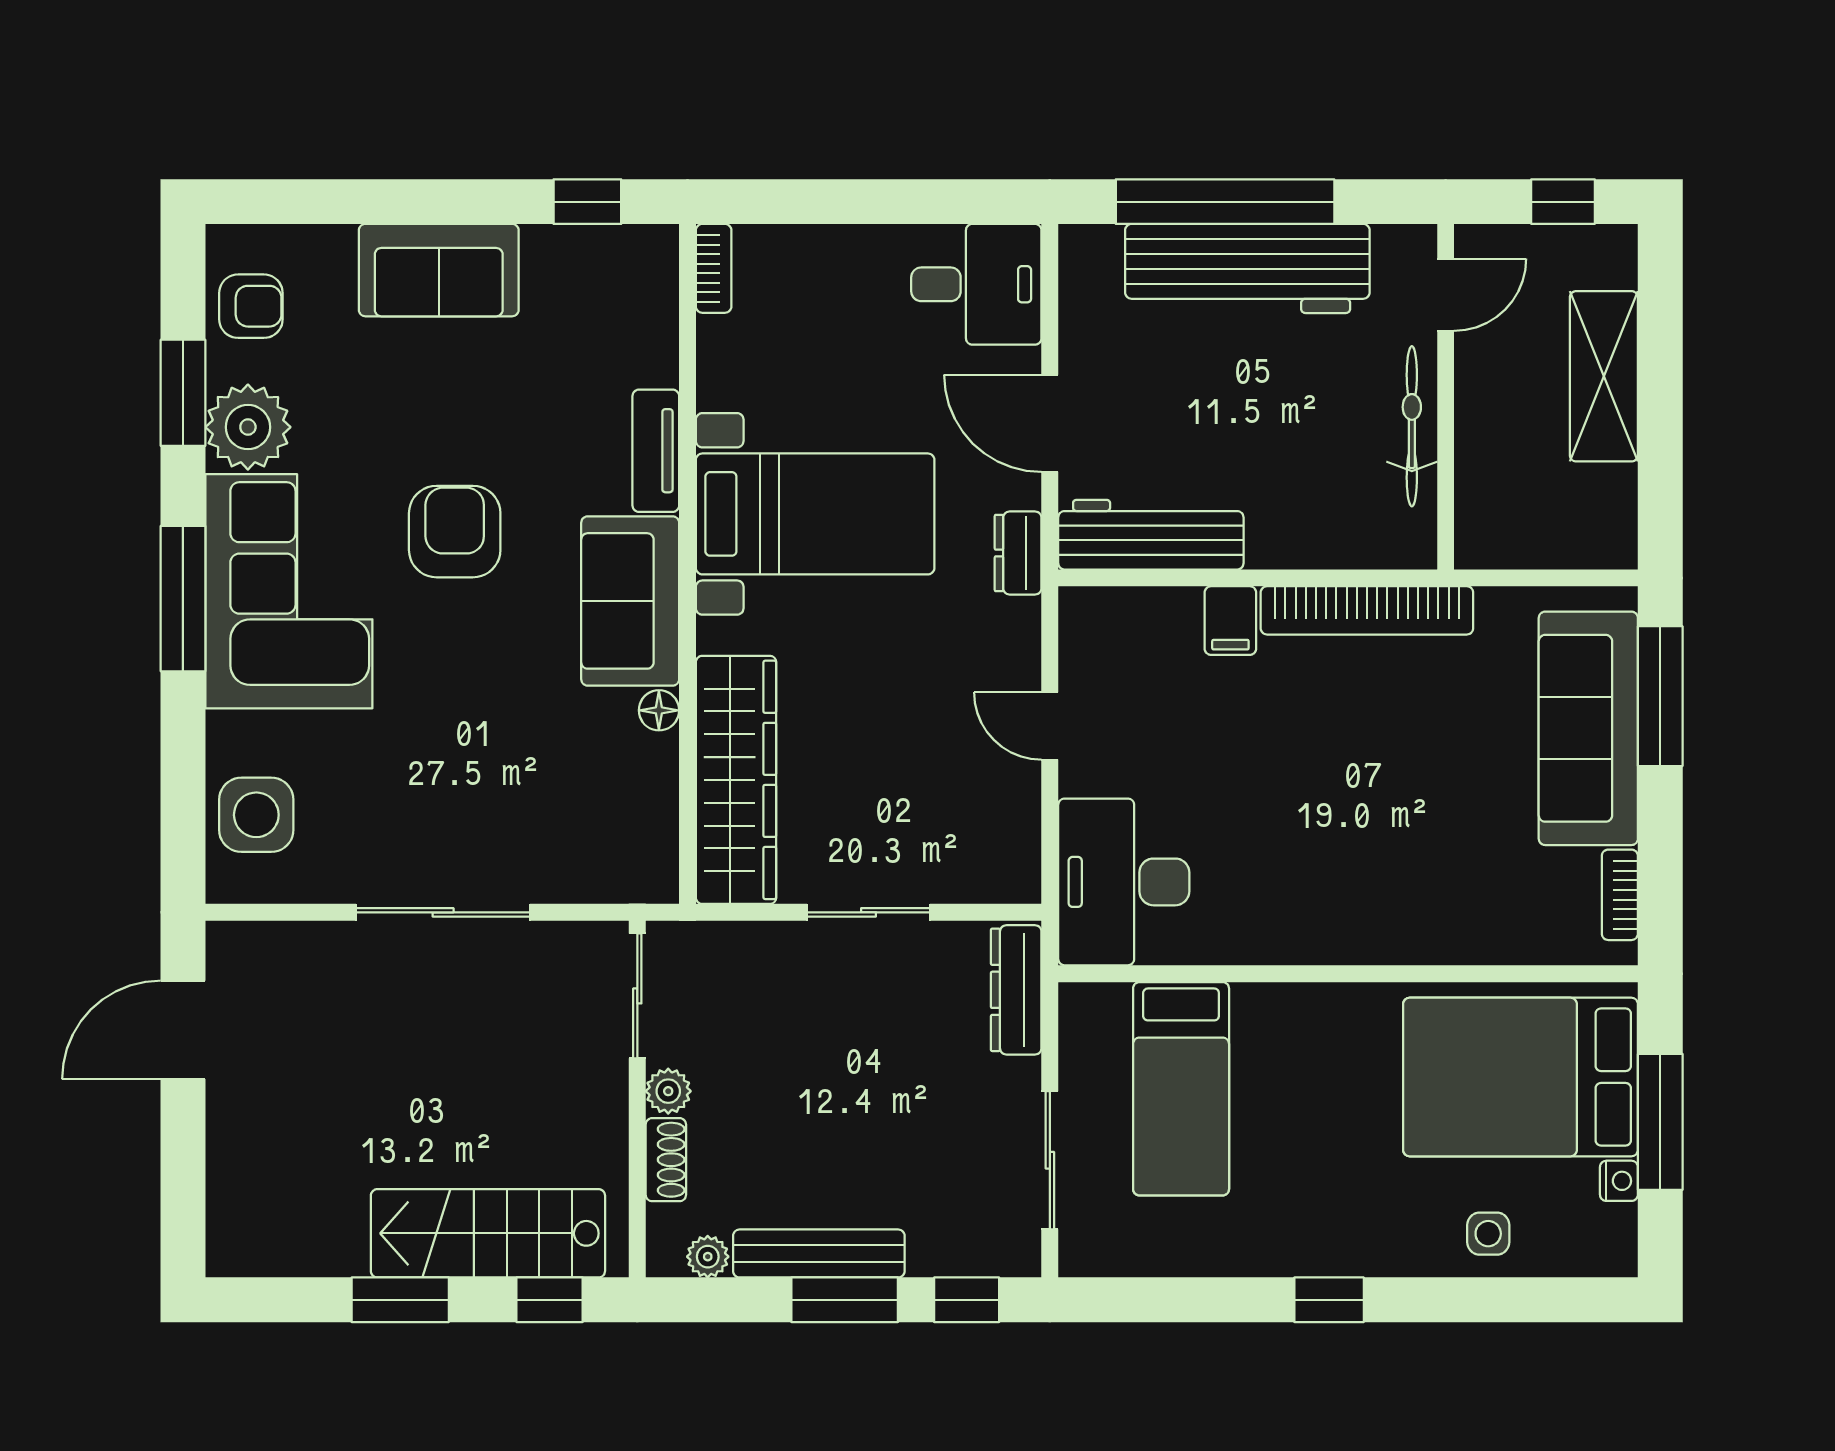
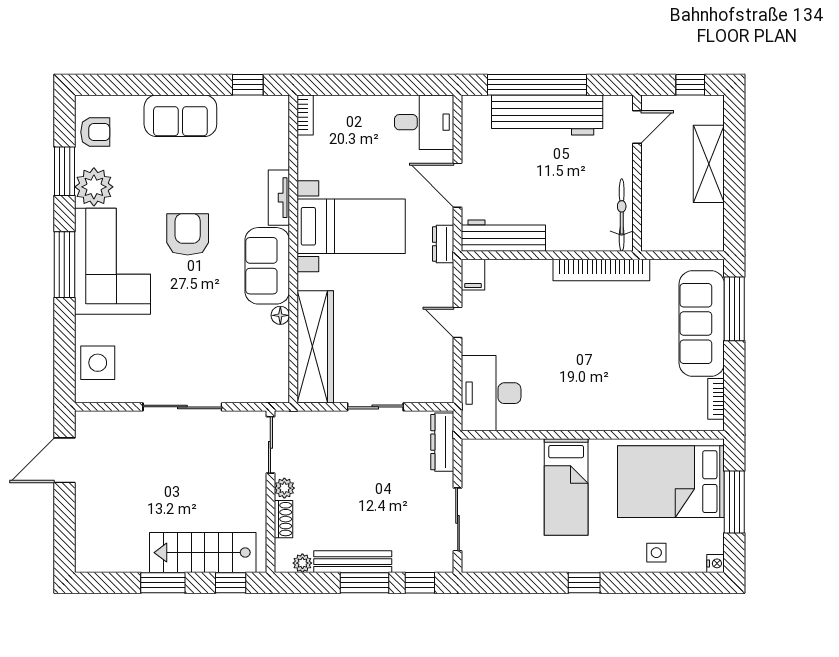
bicycle: (1412, 426) -> (622, 215), moved
filing cabinet: (1230, 621) -> (473, 275), moved
bed: (1181, 1089) -> (566, 487), moved
nightstand: (1619, 1181) -> (716, 563), moved

